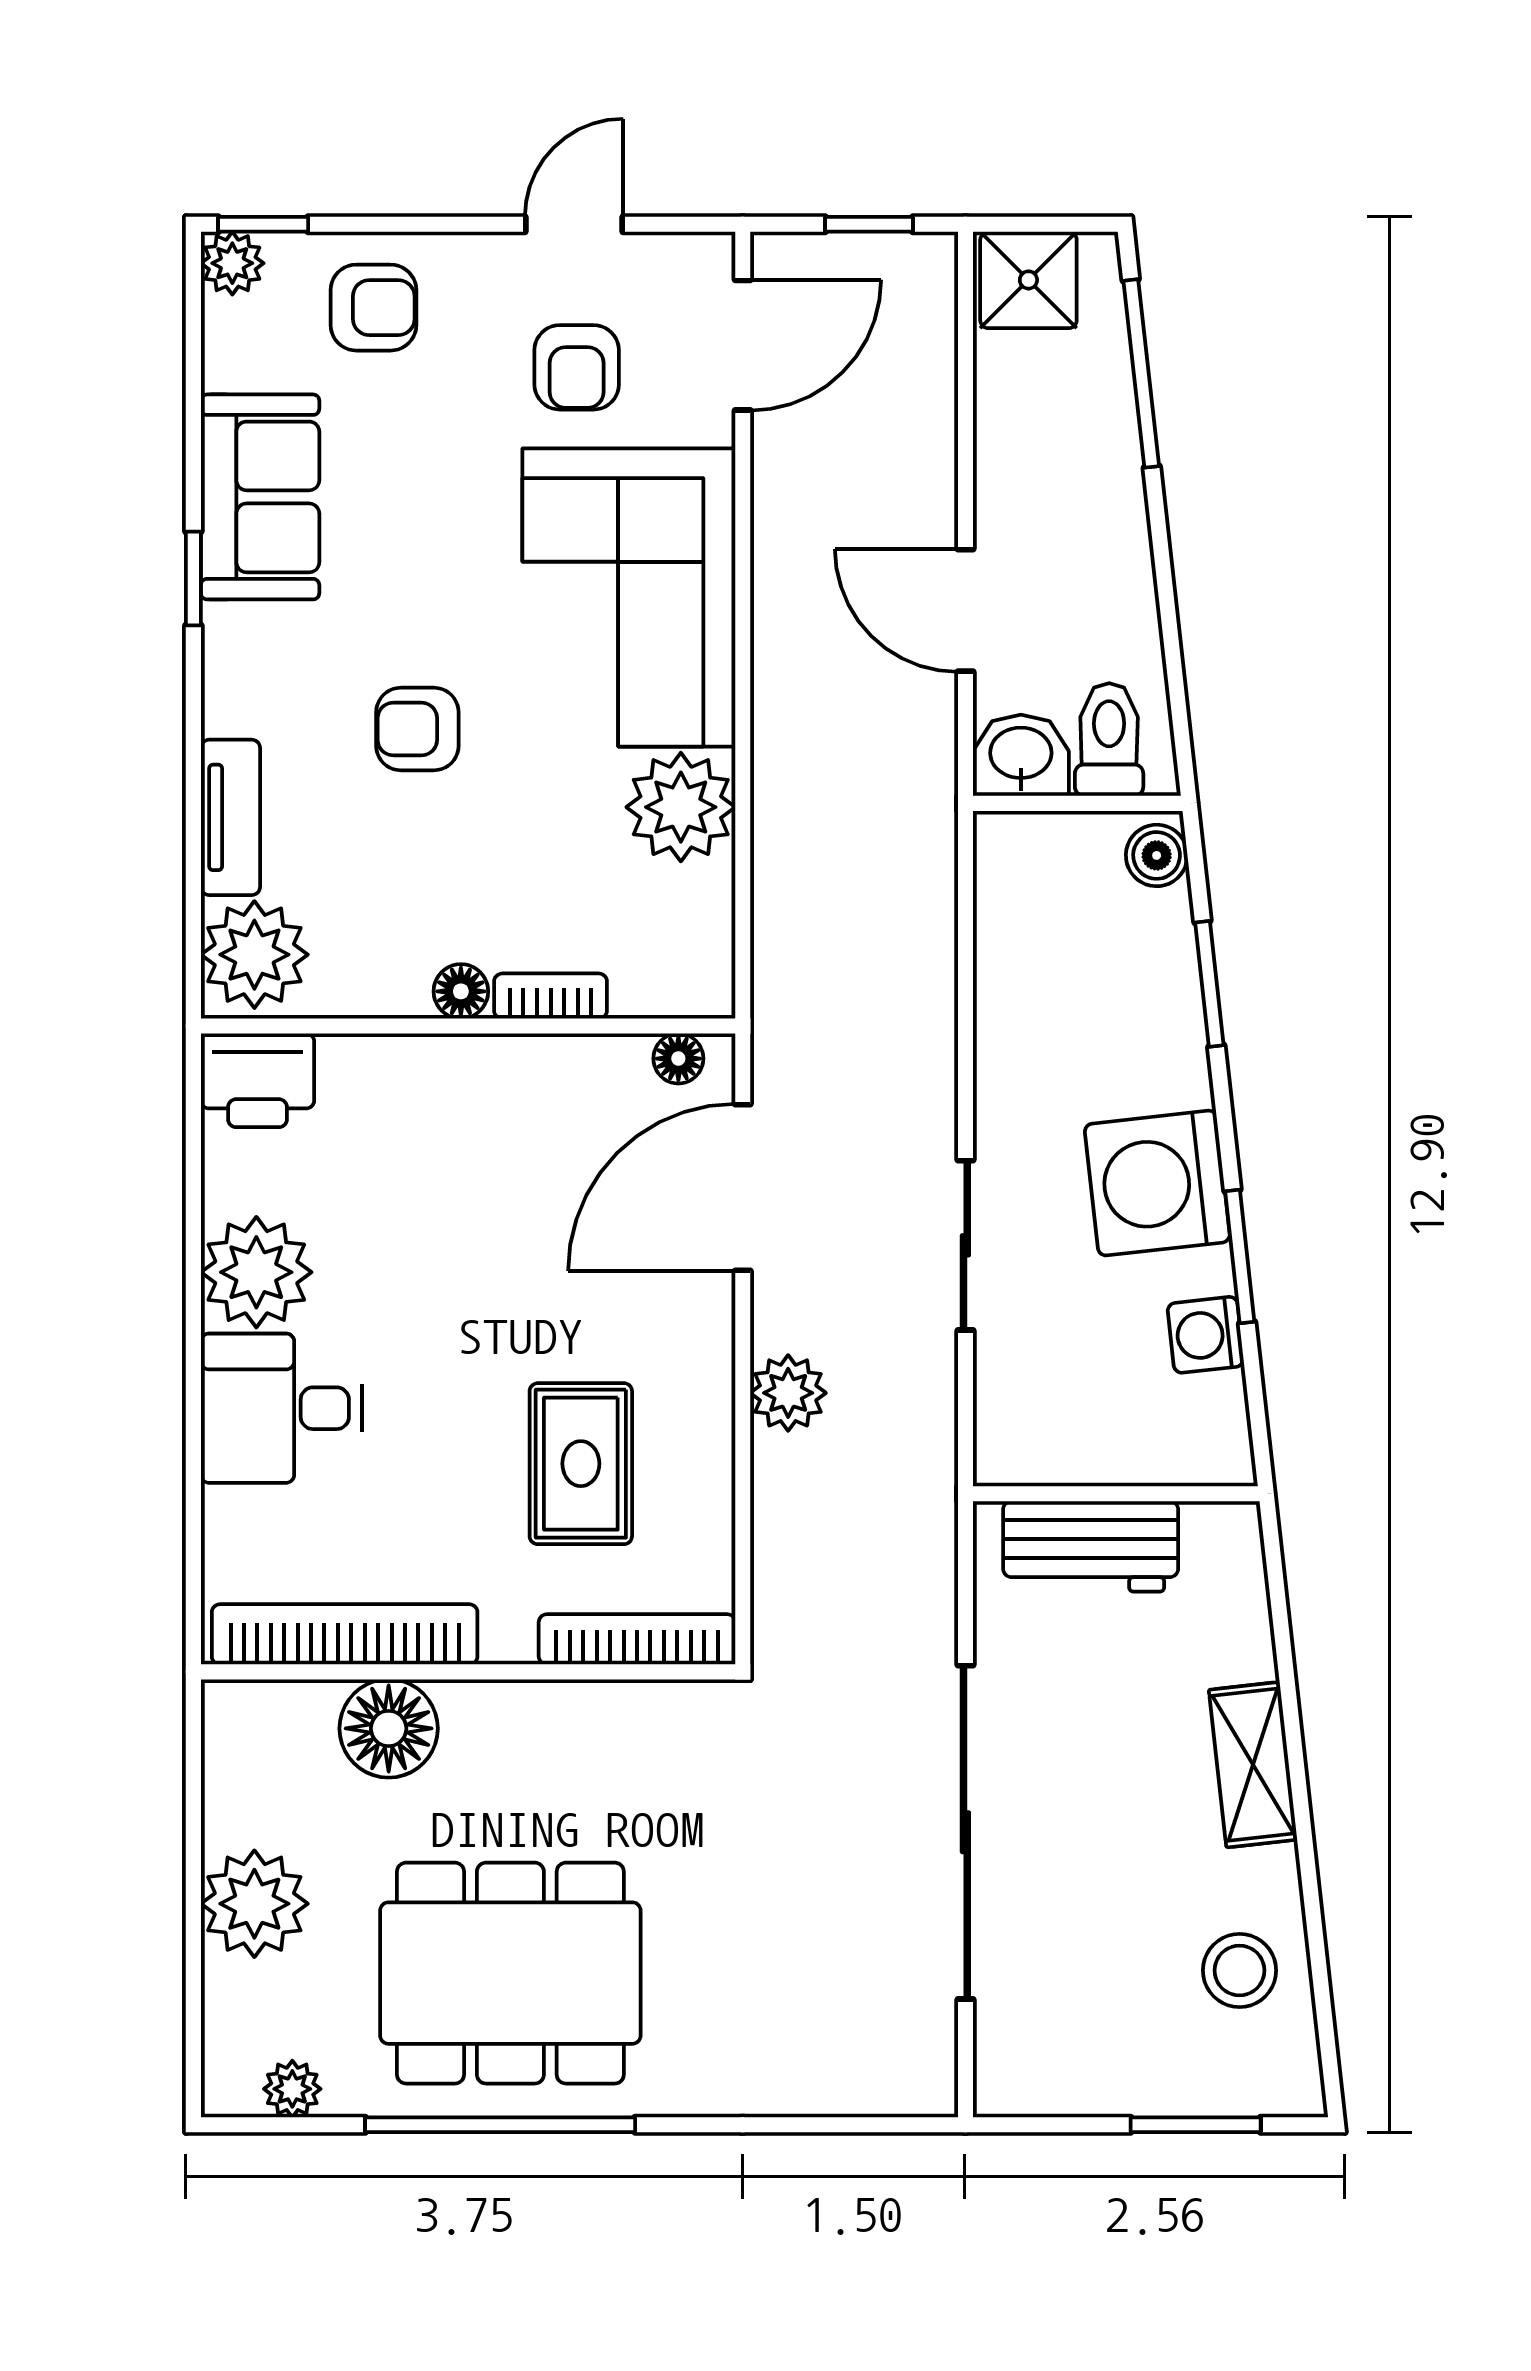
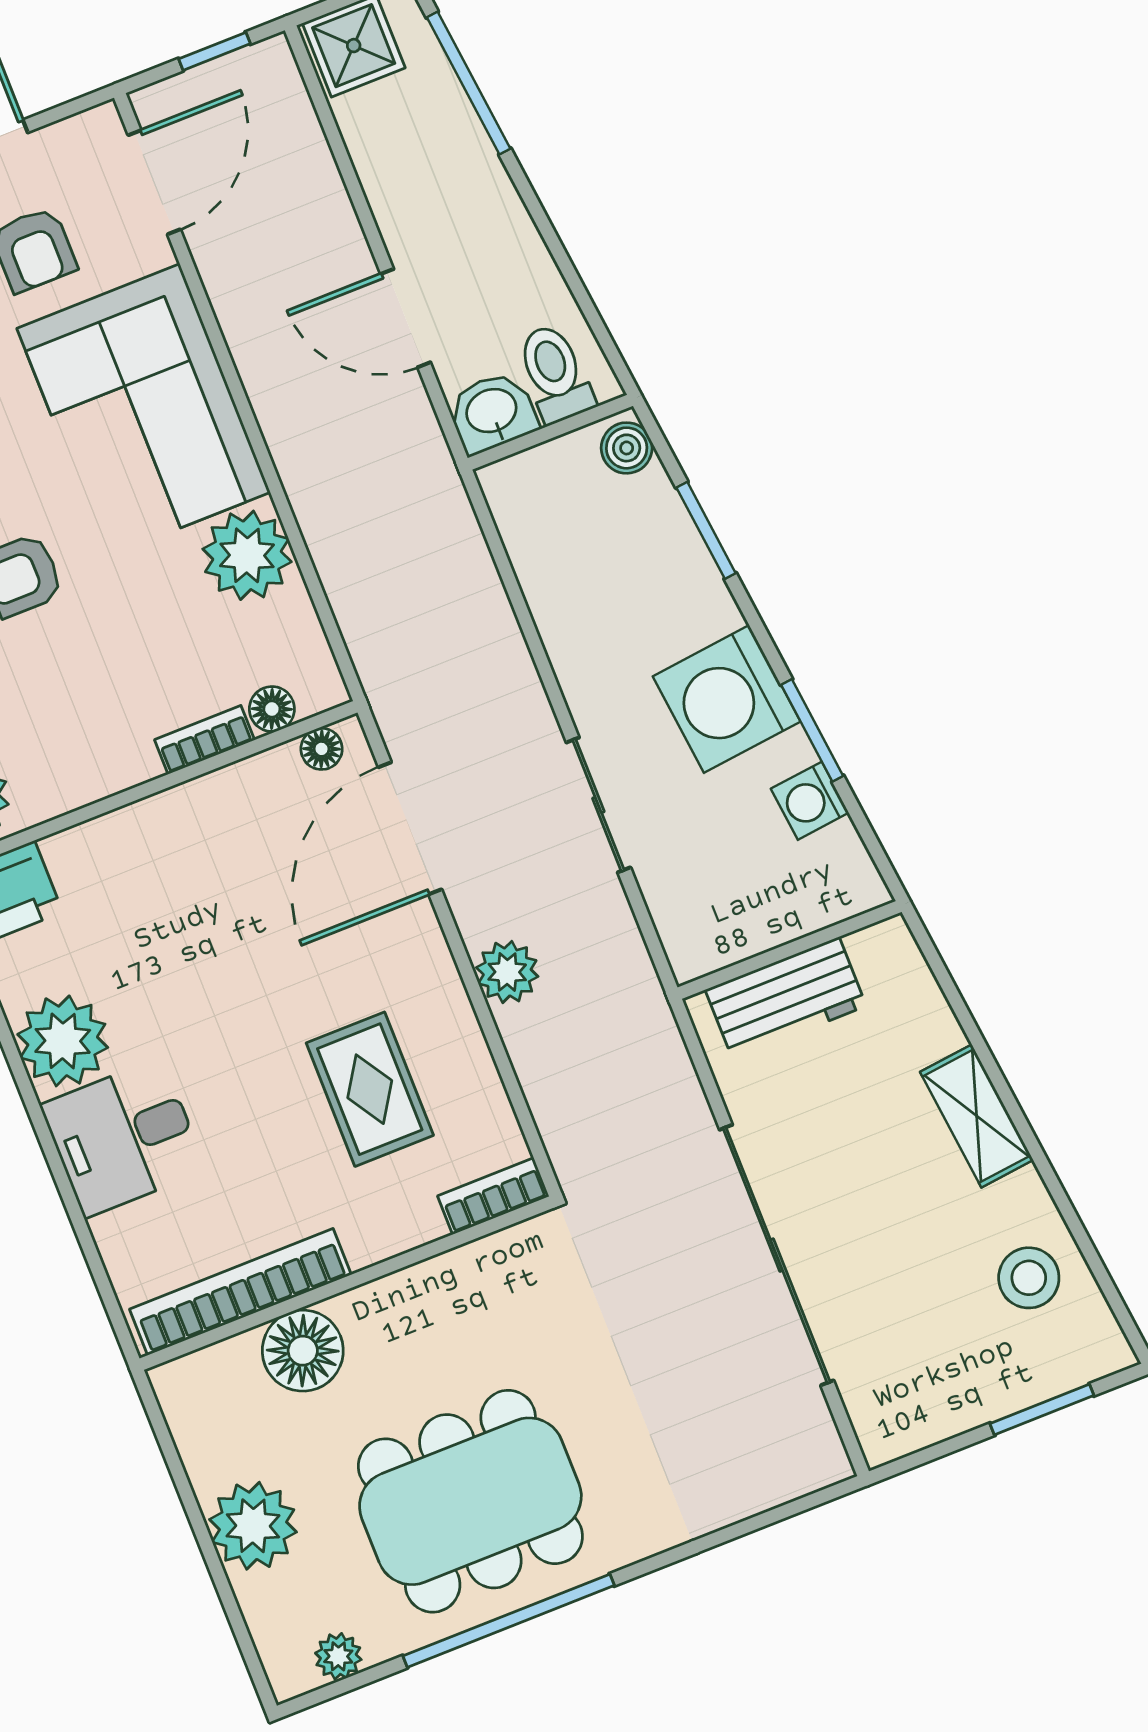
floor lamp: (461, 991) -> (272, 709), moved
bookcase: (637, 1639) -> (493, 1196), width x0.64

